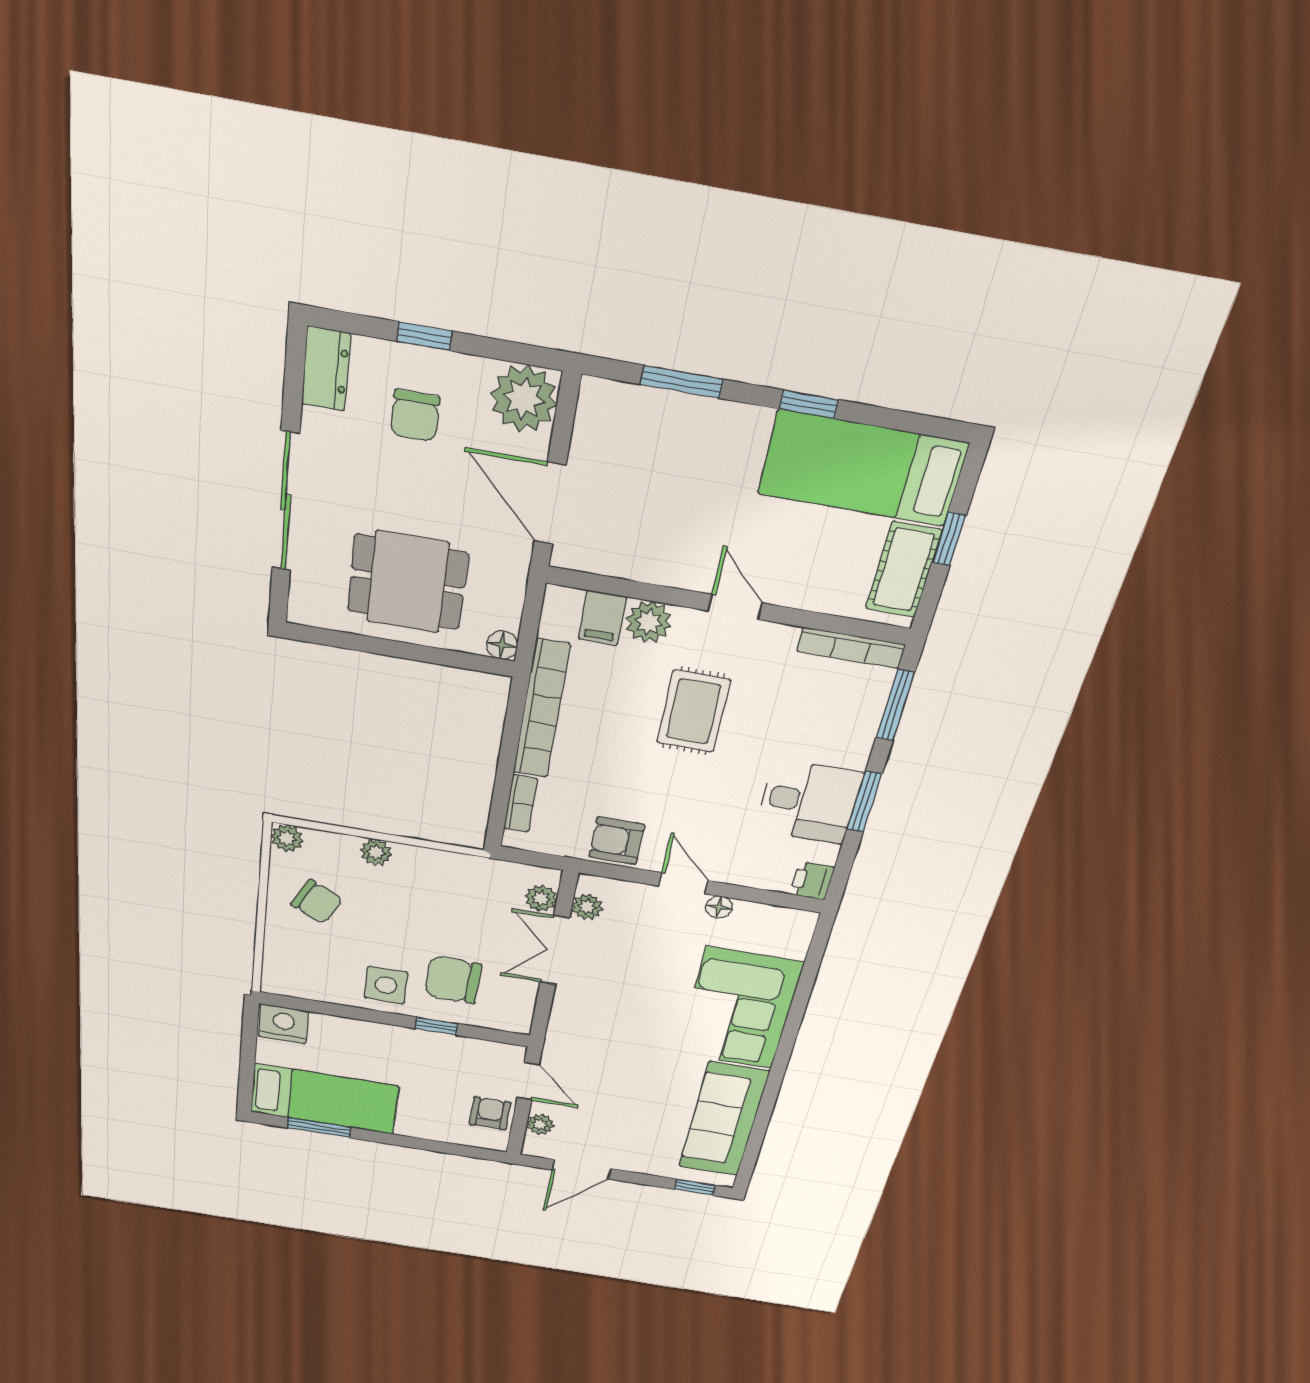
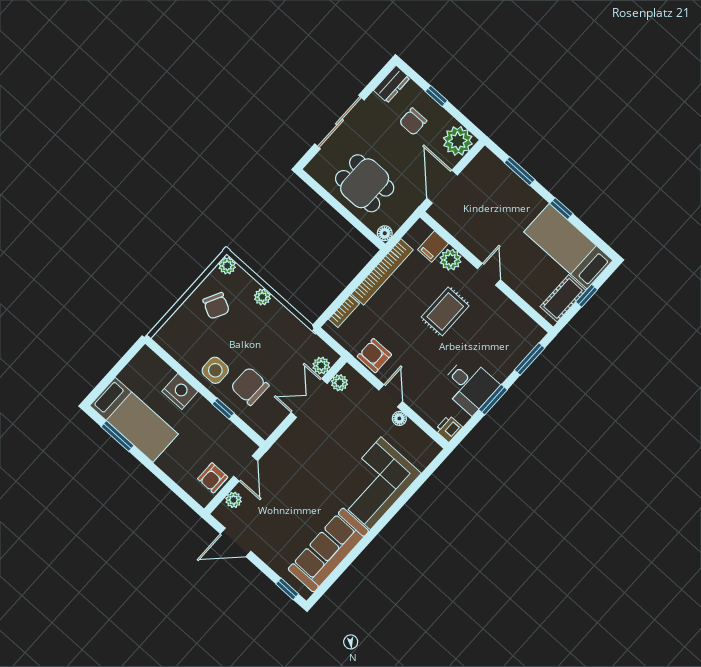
bookcase: (851, 648) -> (525, 321), removed
nightstand: (283, 1024) -> (180, 391), moved
armchair: (490, 1113) -> (213, 478), turned 180

